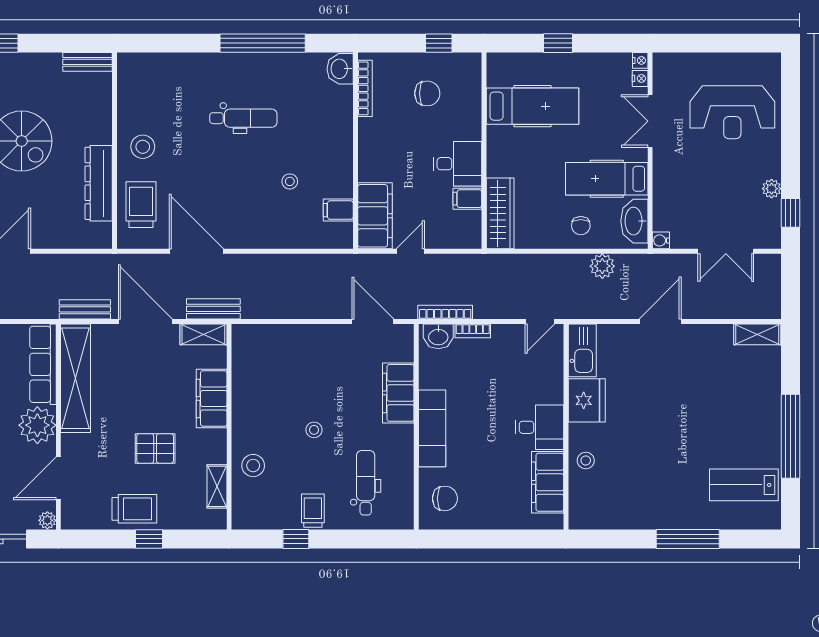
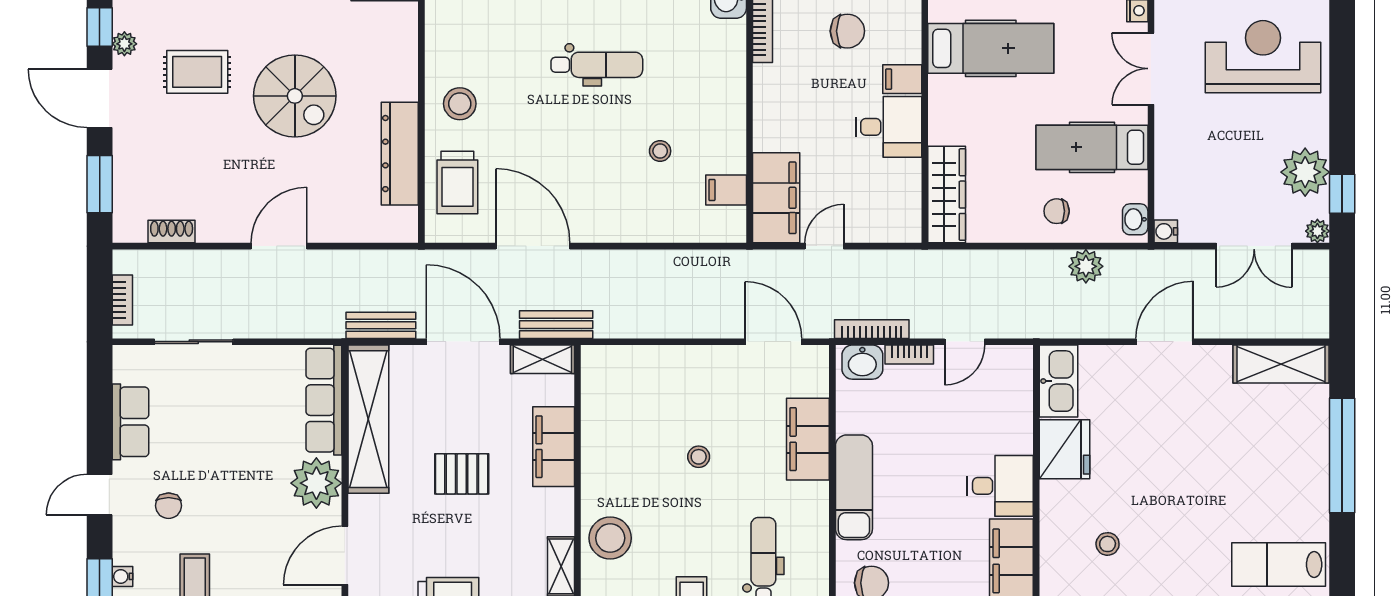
reception desk: (732, 112) -> (1263, 57), turned 180
plant: (772, 189) -> (1305, 172), width x1.87, depth x1.87
filing cabinet: (467, 199) -> (902, 79), moved
trolley: (141, 205) -> (457, 183), turned 180
washbasin: (634, 221) -> (1135, 219), width x0.52, depth x0.69
chair: (581, 226) -> (1057, 211), turned 90
plant: (772, 240) -> (1317, 231), added
door: (540, 321) -> (965, 342), moved
shelving: (757, 334) -> (1281, 364), width x1.50, depth x1.33
stool: (314, 430) -> (699, 457), moved
window: (790, 436) -> (1342, 455), moved
pallet: (155, 448) -> (462, 474), moved
stool: (586, 460) -> (1108, 544), moved
stool: (253, 466) -> (610, 538), width x1.38, depth x1.38

